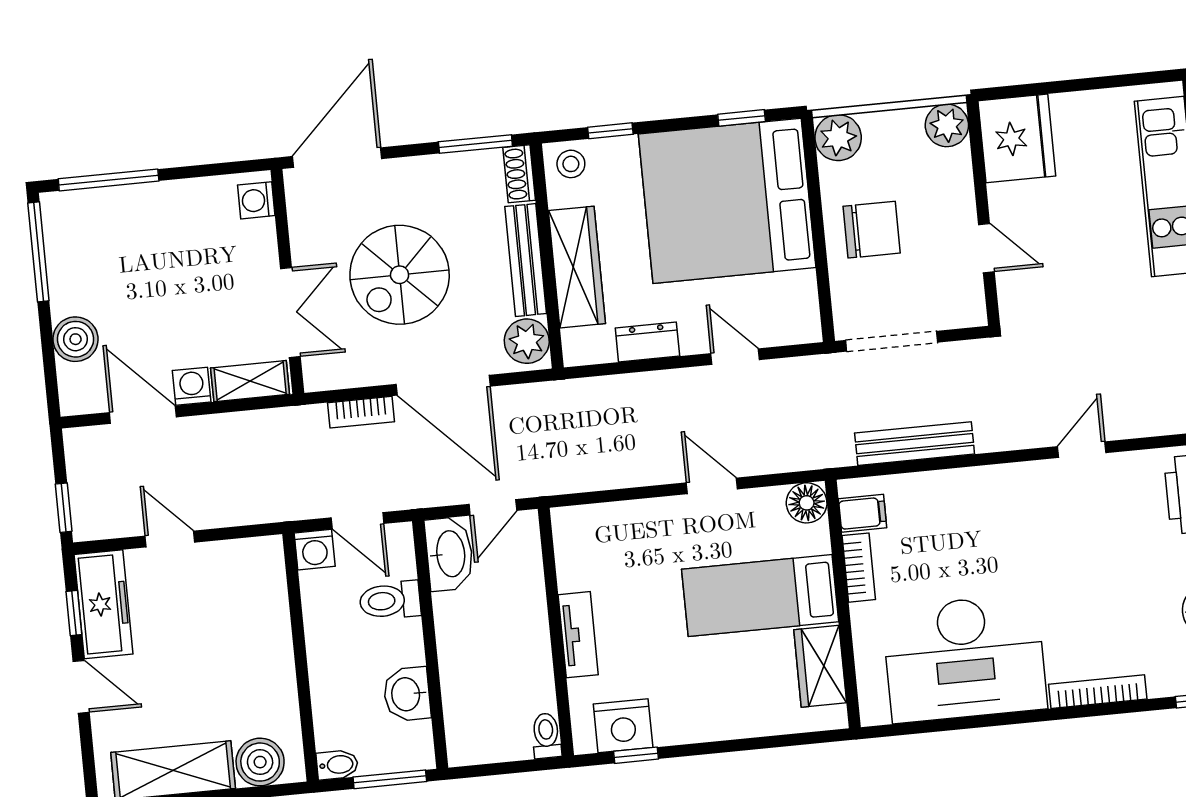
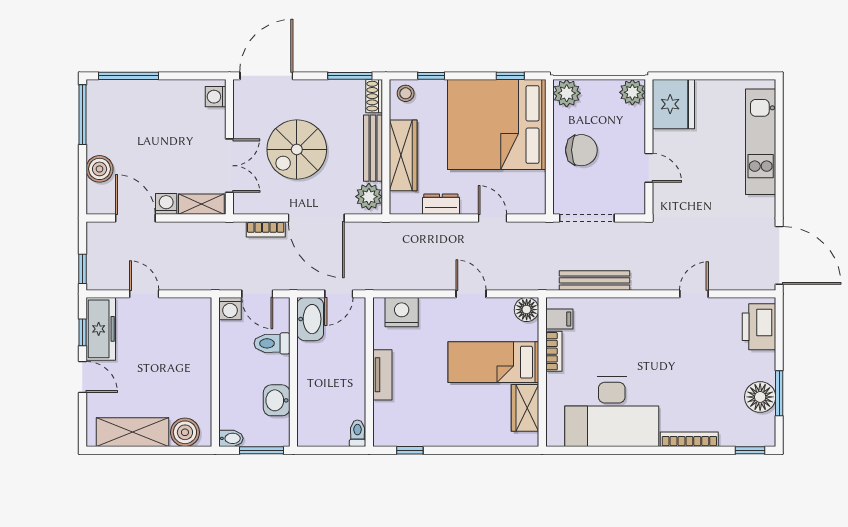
nightstand: (623, 726) -> (402, 312), moved, turned 180

